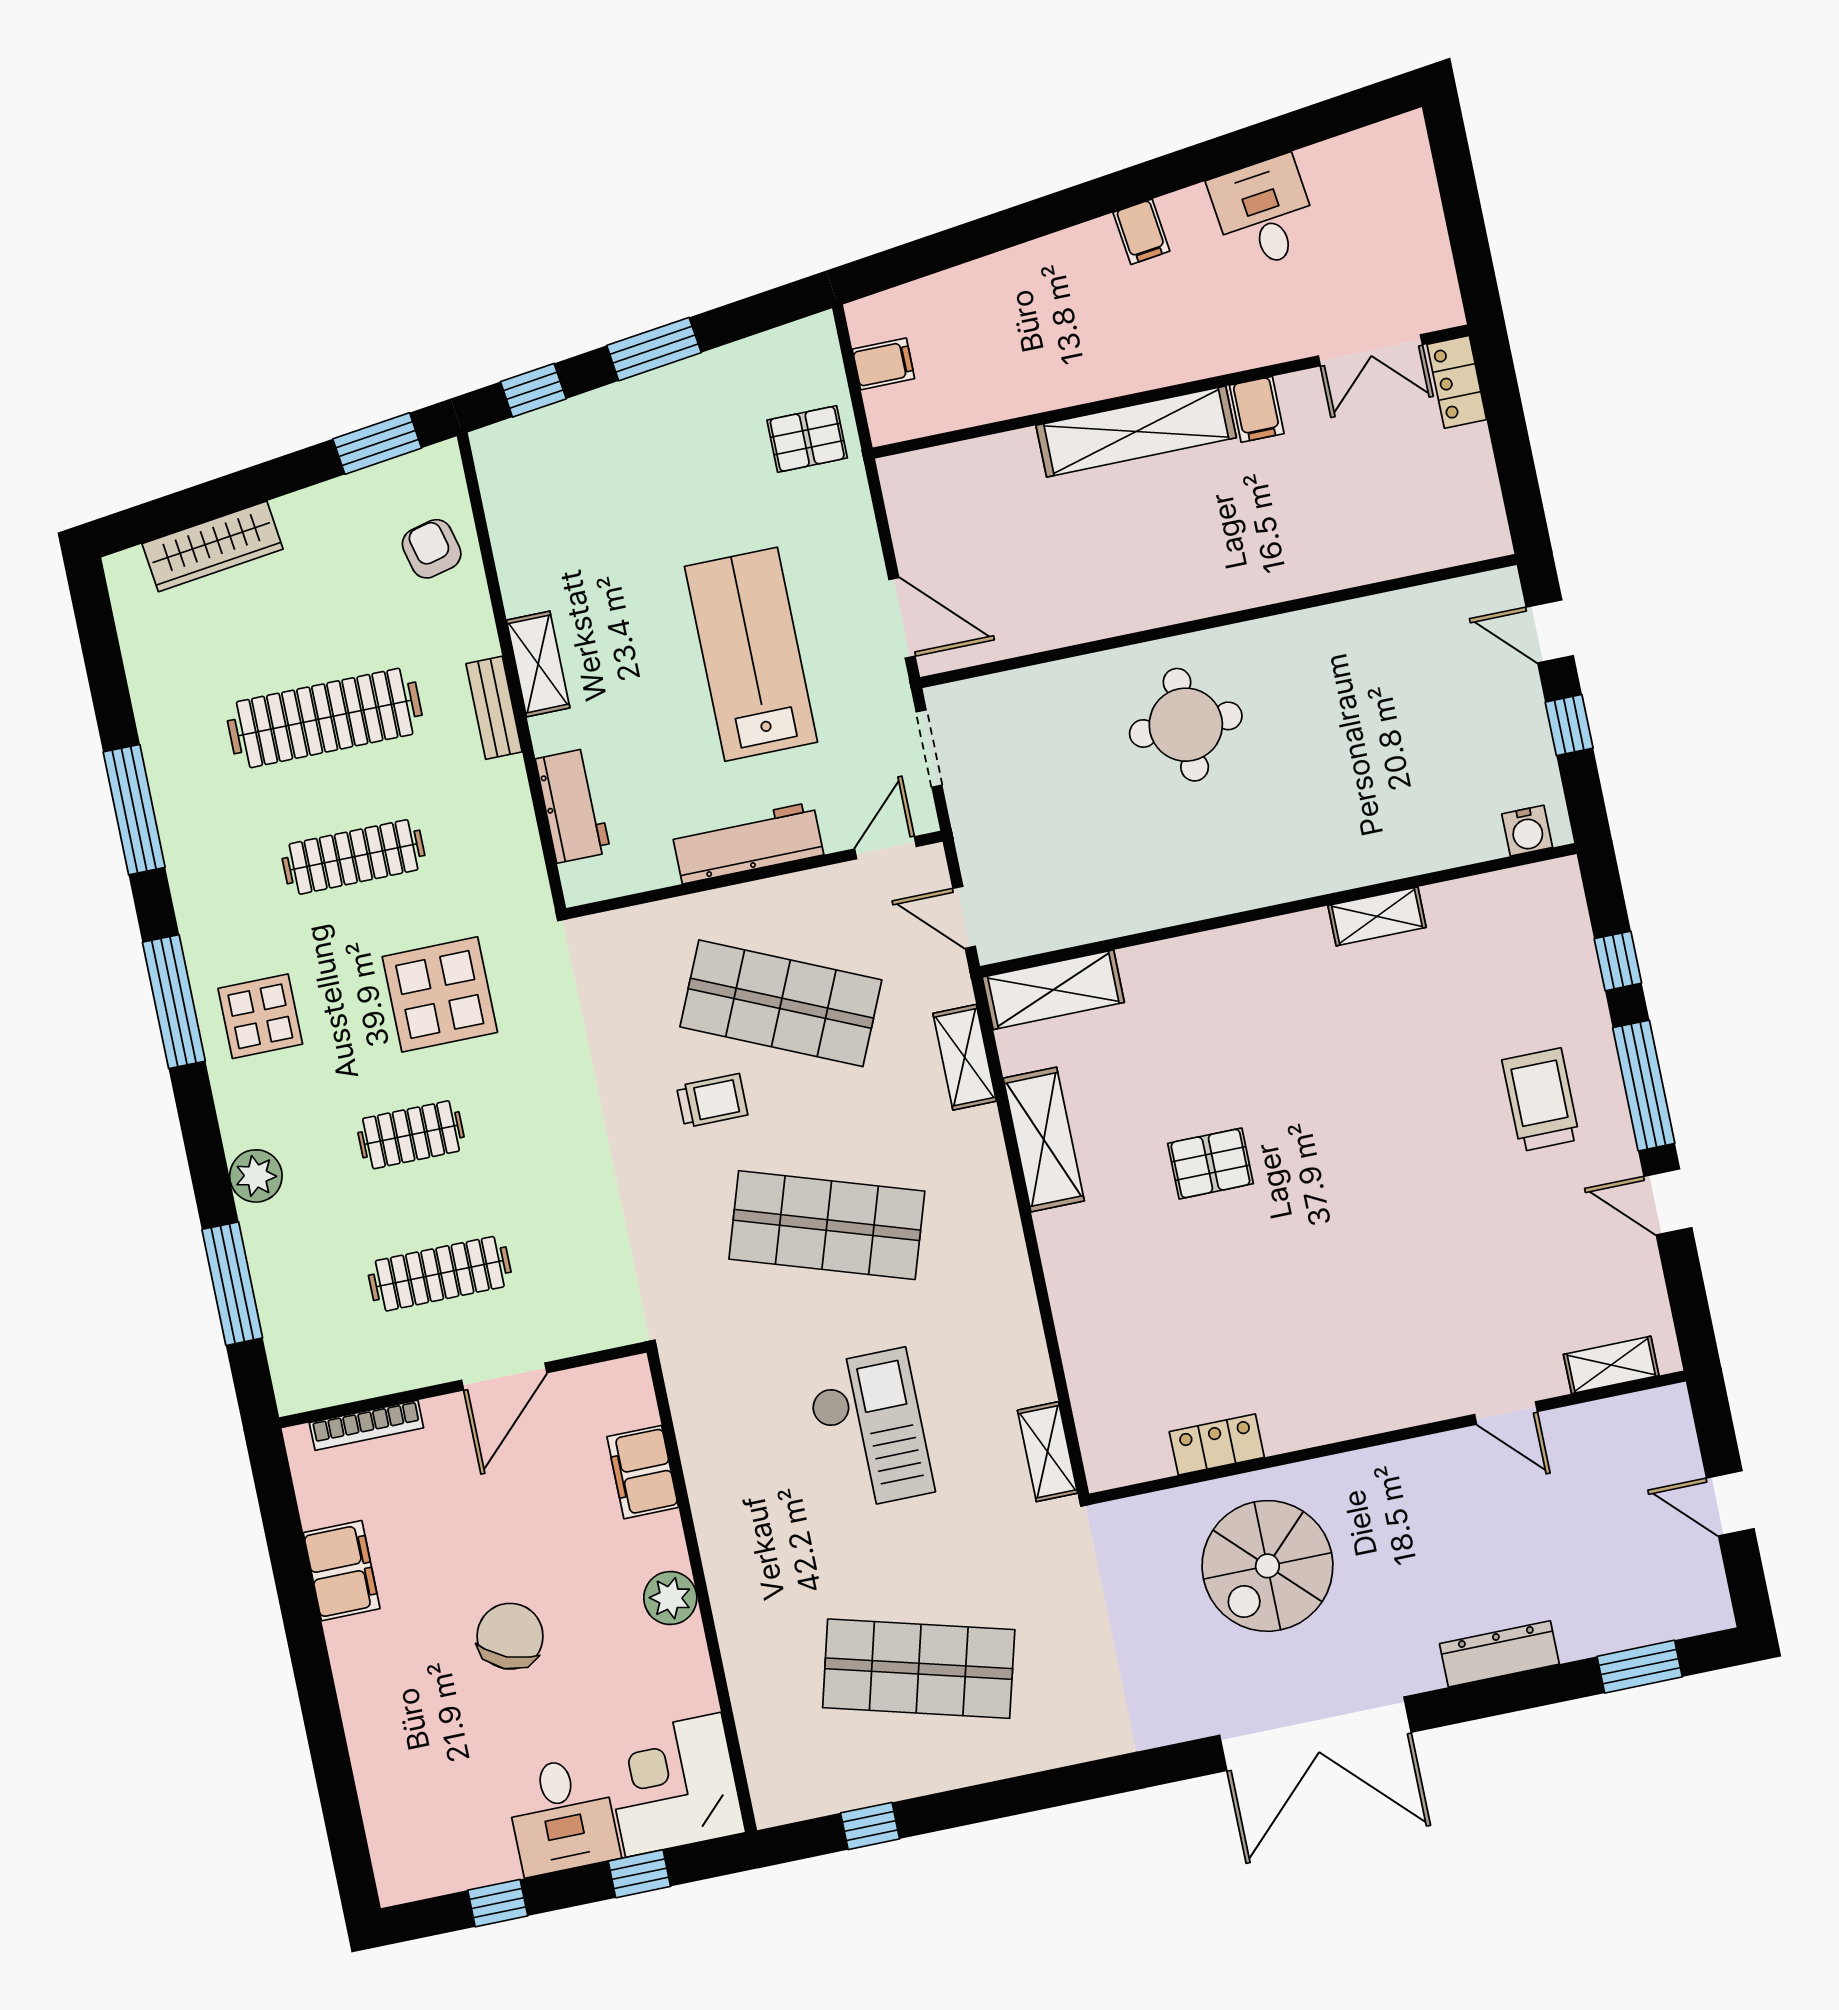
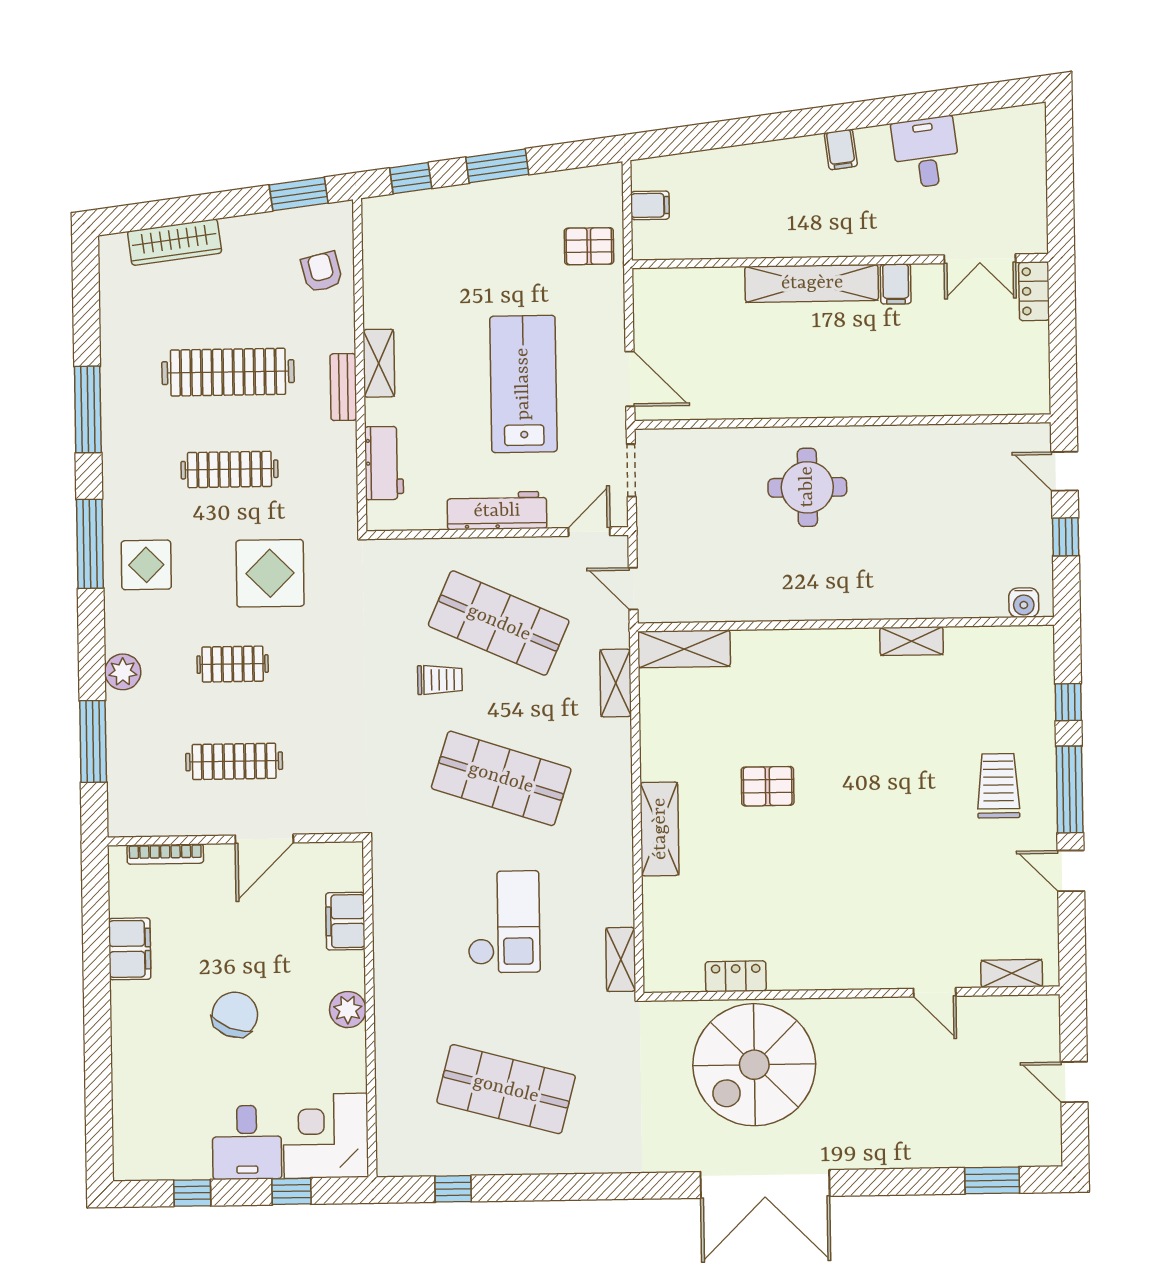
shelving: (1044, 1140) -> (660, 829), moved
spiral stairs: (1267, 1566) -> (754, 1065), width x1.37, depth x1.37
dresser: (1499, 1654) -> (899, 1154), removed

